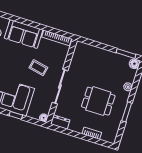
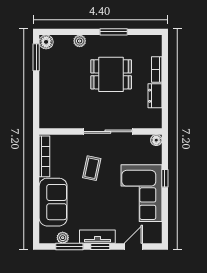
dining table: (98, 101) -> (111, 74), turned 90
dresser: (60, 122) -> (155, 96), moved

